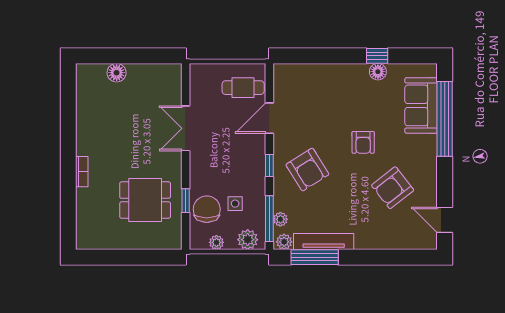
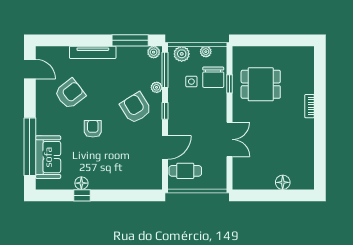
plant: (280, 219) -> (157, 87), moved
tv unit: (324, 242) -> (93, 52), moved

